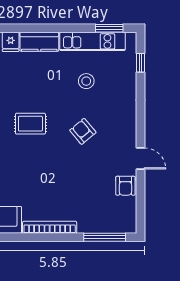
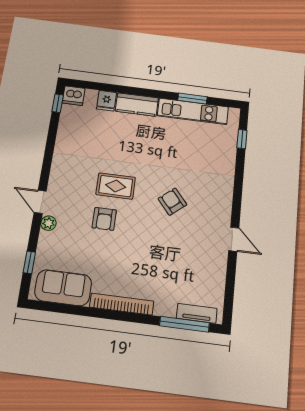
window: (109, 28) -> (192, 98), moved
stool: (86, 81) -> (182, 150), removed
armchair: (125, 186) -> (104, 219), moved
tv unit: (114, 227) -> (197, 313), added

